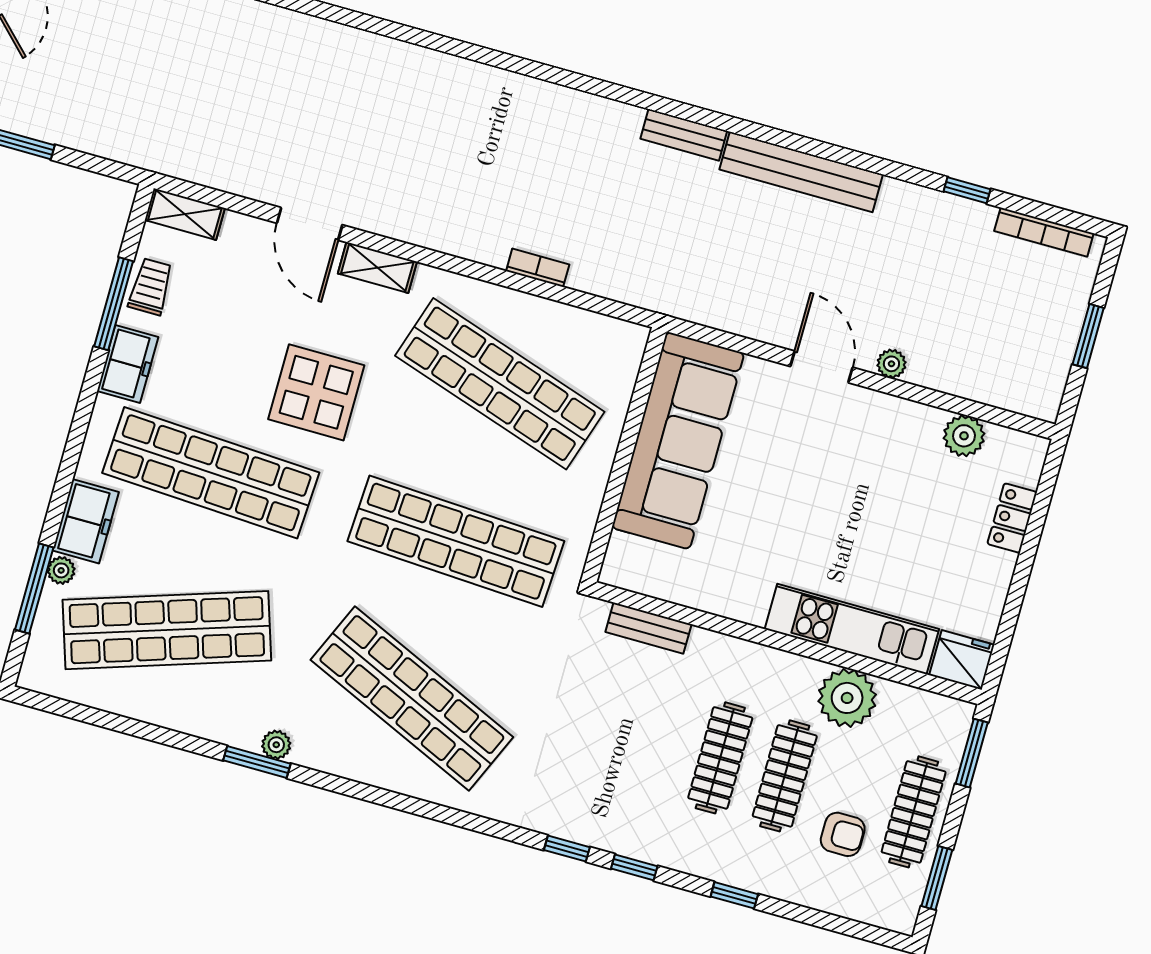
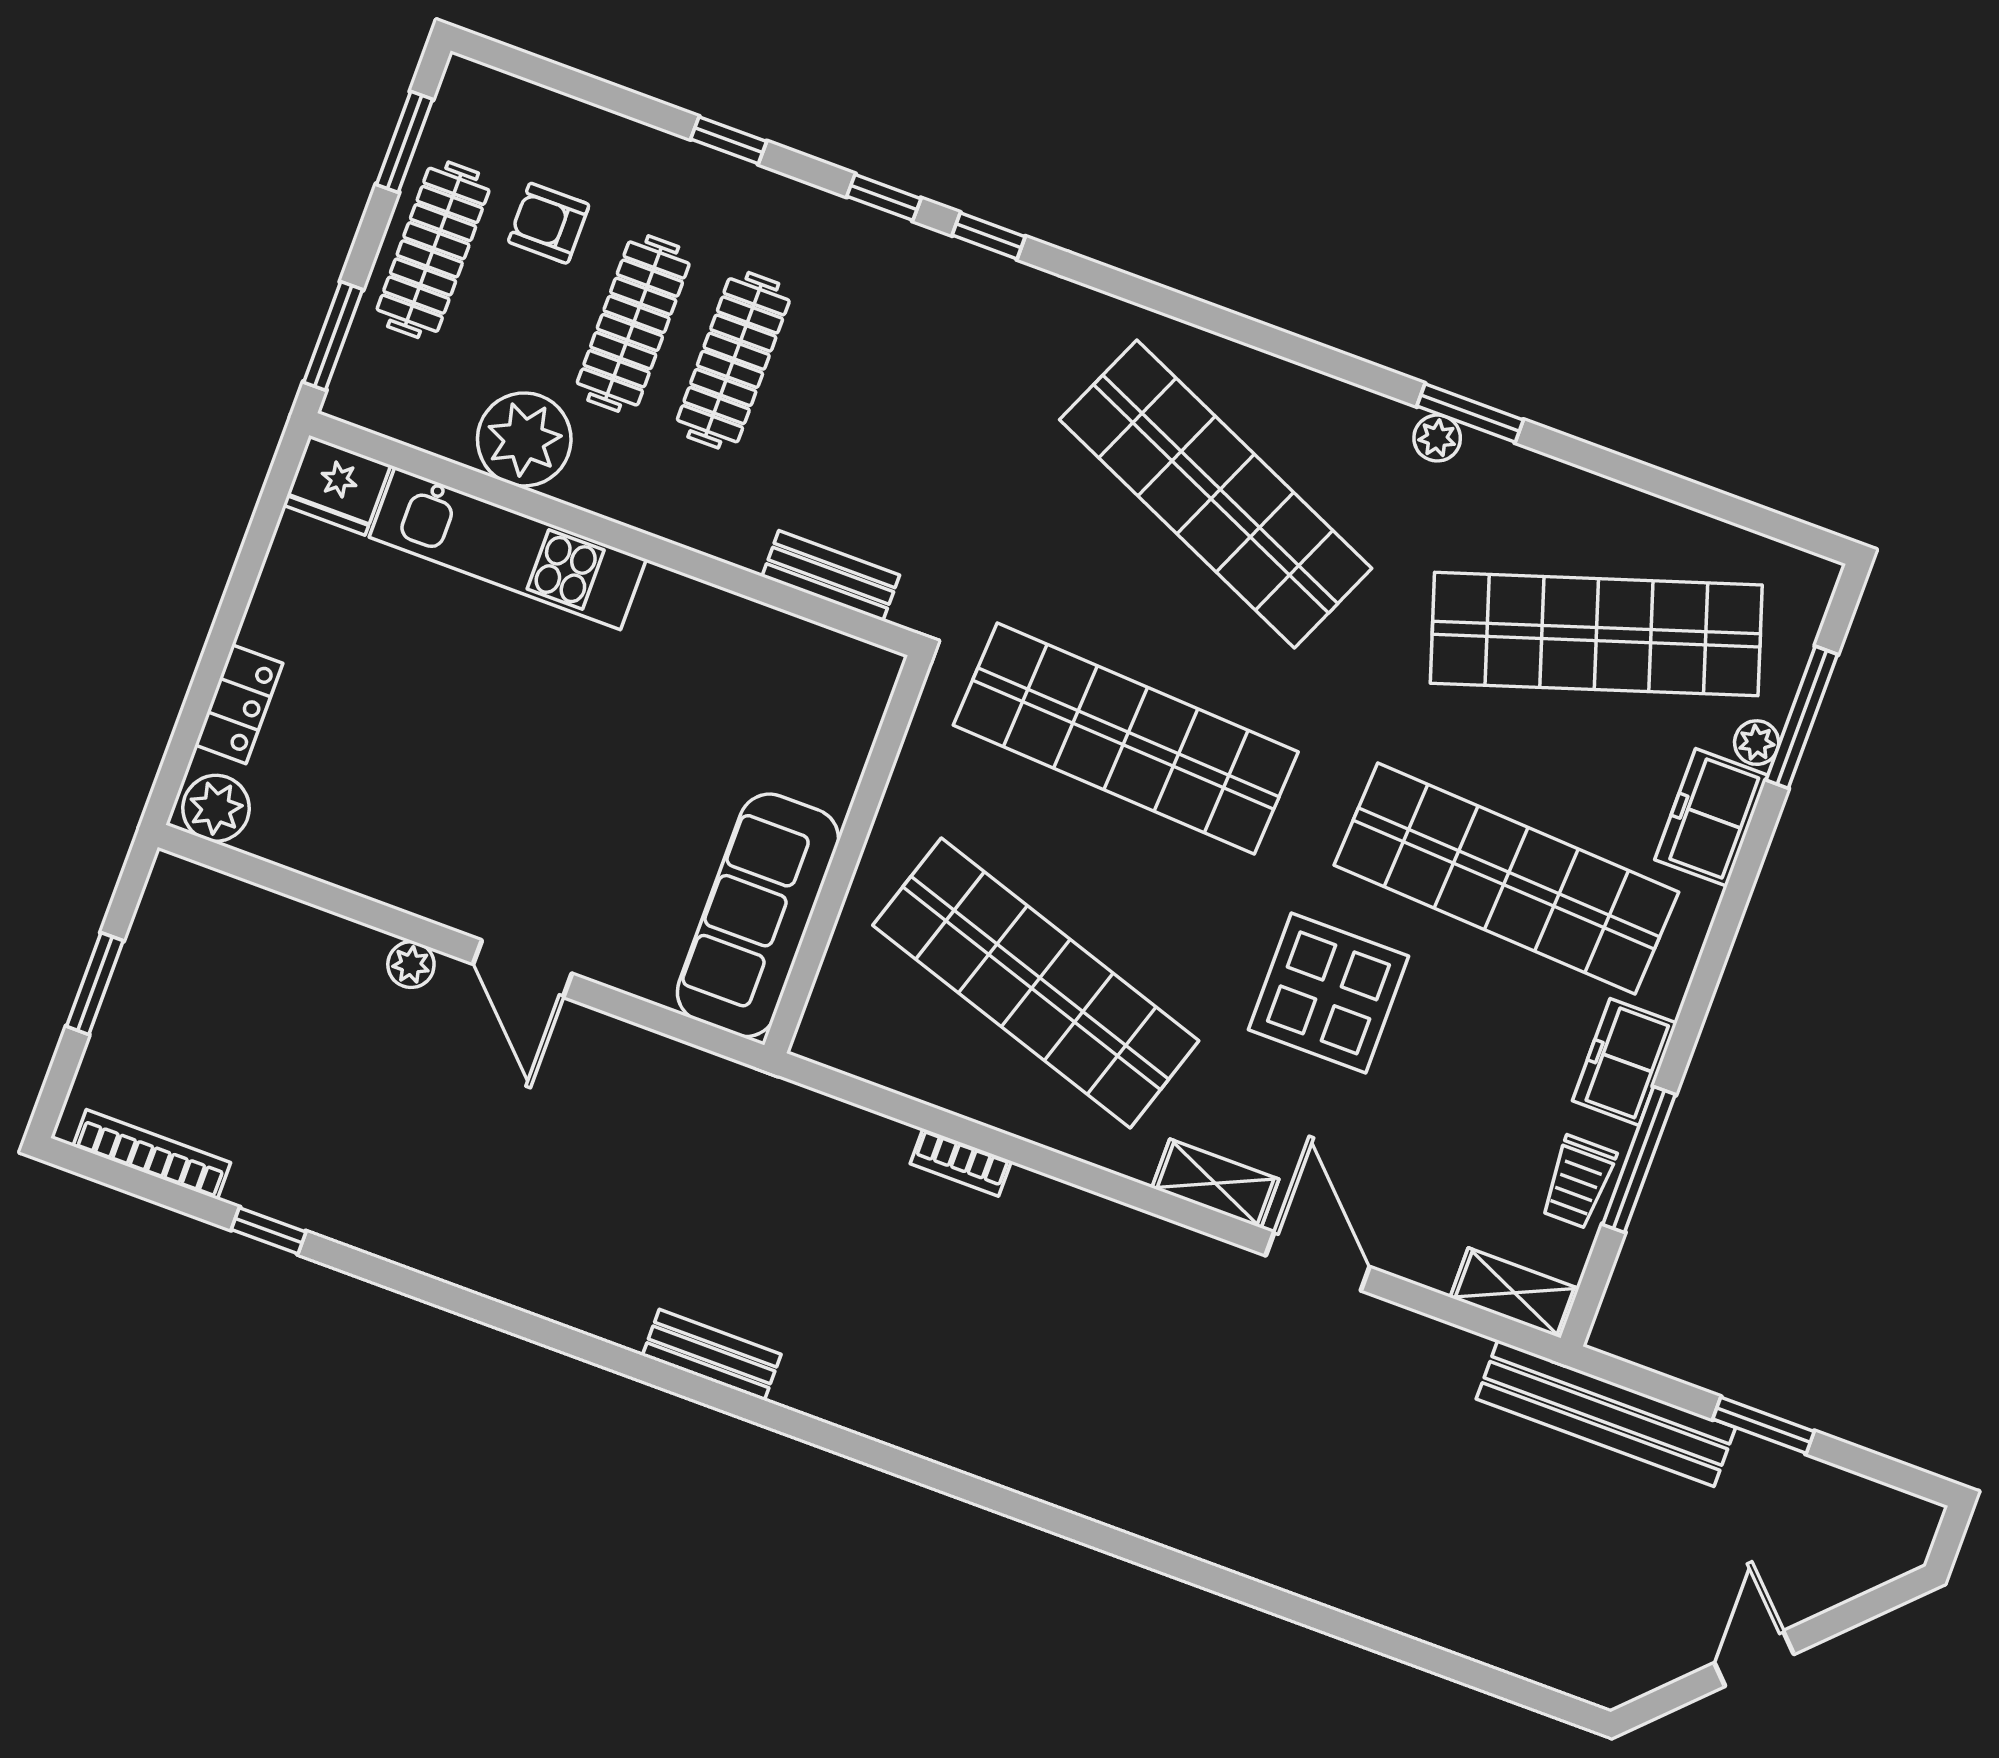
bench: (801, 172) -> (1606, 1413), moved
plant: (964, 436) -> (216, 808), moved
sofa: (678, 441) -> (758, 915), width x0.74, depth x0.79

